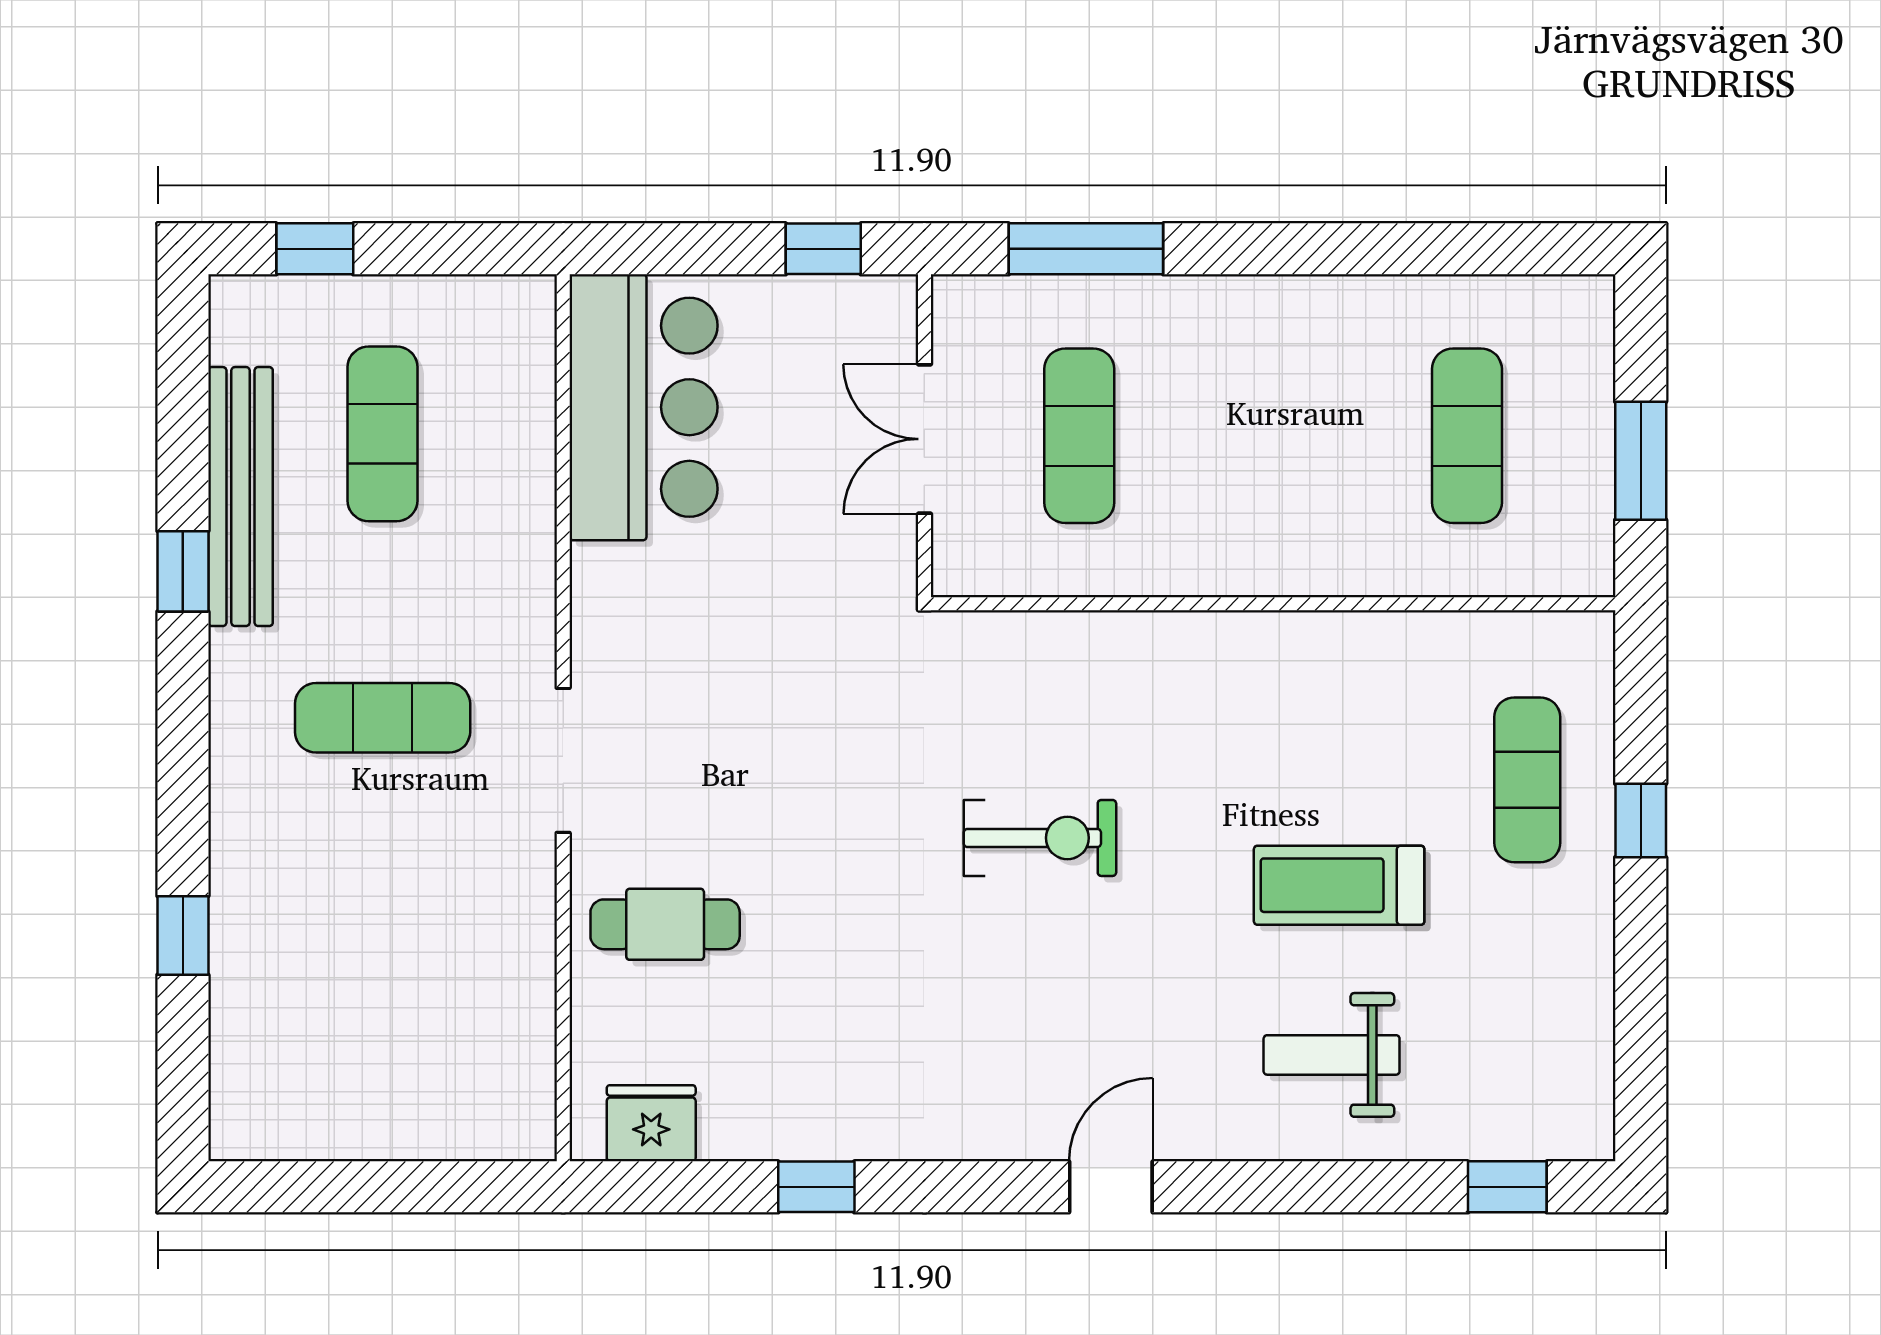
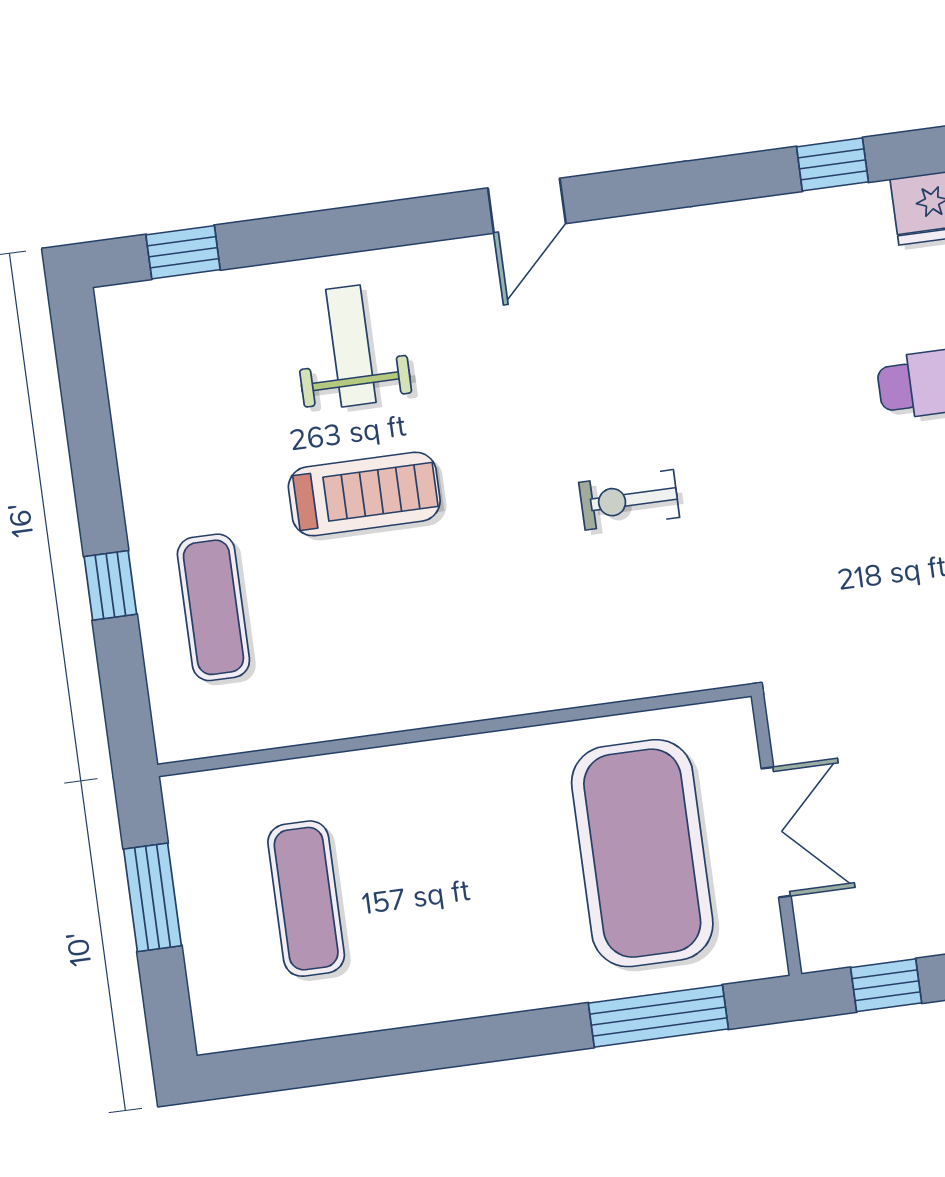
exercise mat: (1079, 436) -> (642, 853), width x2.00, depth x1.45
exercise bike: (1040, 838) -> (629, 500), width x0.73, depth x0.72
weight bench: (1332, 1055) -> (351, 346), turned -90
window: (816, 1187) -> (832, 164), moved

